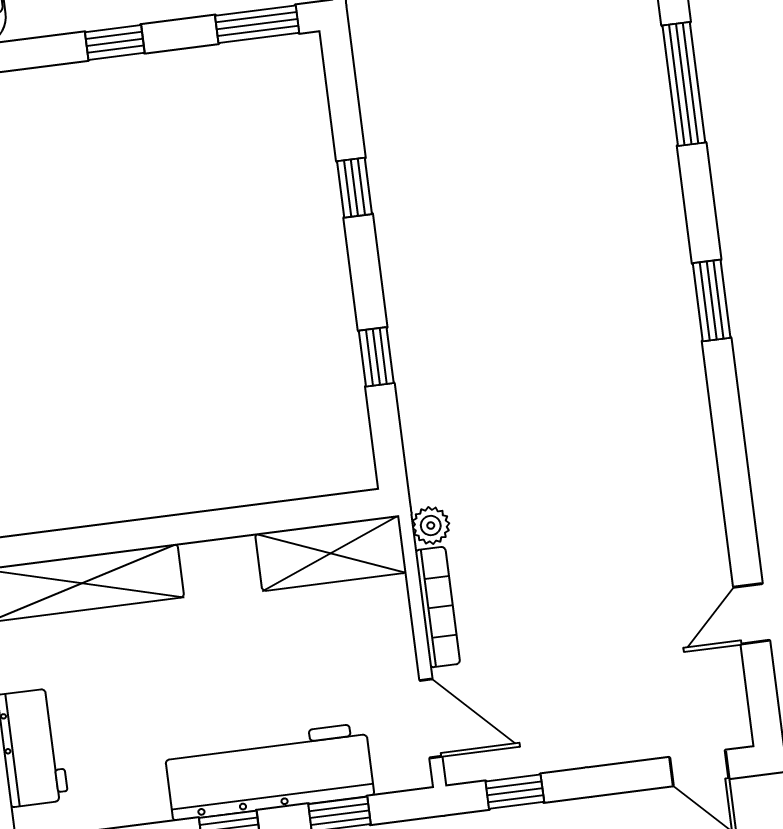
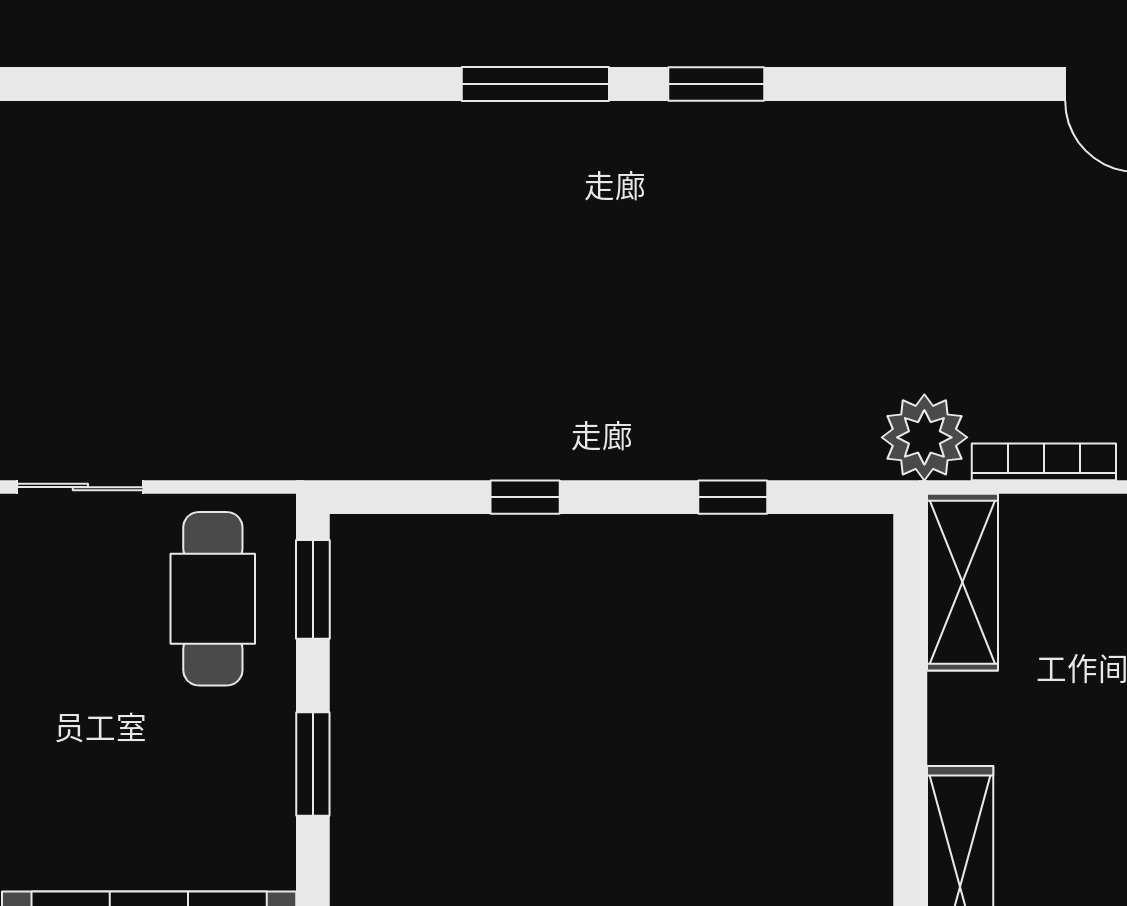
window: (115, 42) -> (313, 764), width x1.50
window: (684, 84) -> (535, 84), moved
plant: (431, 526) -> (924, 437), width x1.87, depth x1.87

